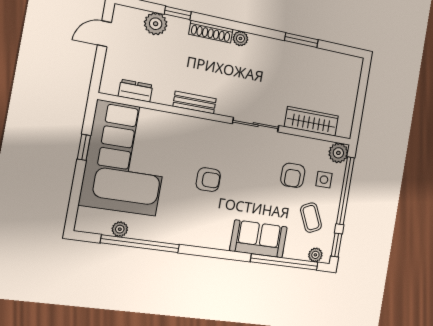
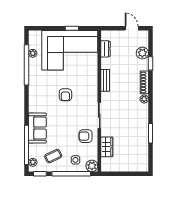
wardrobe: (311, 121) -> (107, 147), width x0.67
armchair: (293, 175) -> (86, 136), moved

